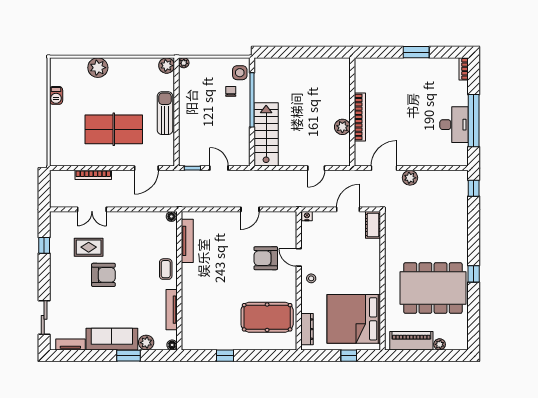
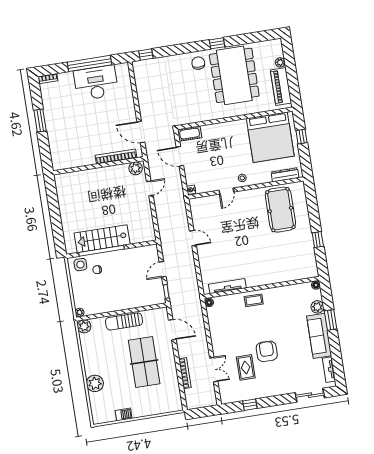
bookcase: (360, 117) -> (116, 157), moved
desk: (454, 125) -> (96, 83), width x1.36, depth x1.30
plant: (342, 127) -> (136, 168), moved
stairs: (266, 134) -> (102, 239), moved
door: (316, 168) -> (150, 188), hinge flipped
plant: (410, 178) -> (145, 109), removed
chair: (454, 248) -> (198, 63), added
armchair: (266, 258) -> (231, 218), removed
tv unit: (172, 310) -> (287, 290), removed

